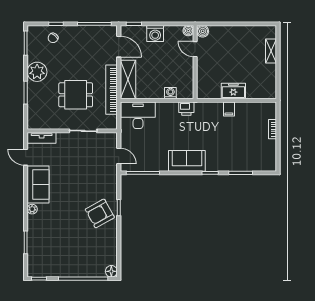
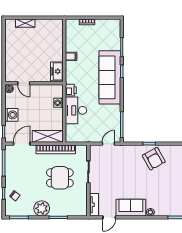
boiler: (203, 31) -> (10, 77), removed
door: (195, 49) -> (24, 83), hinge flipped
freezer: (233, 91) -> (57, 71), moved
dining table: (76, 95) -> (60, 178), turned 90
desk: (138, 115) -> (76, 110), moved
sofa: (187, 161) -> (110, 77), width x1.85, depth x1.27

